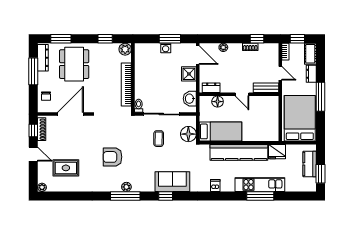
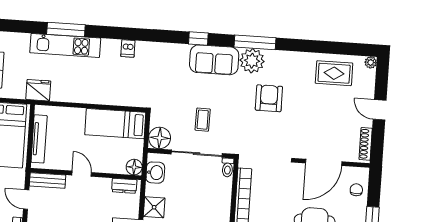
floor lamp: (218, 102) -> (134, 167), moved
tv unit: (274, 117) -> (39, 139), added
window: (33, 131) -> (377, 143), removed
floor lamp: (188, 134) -> (160, 138), moved
kitchen counter: (239, 152) -> (92, 93), removed
armchair: (113, 157) -> (269, 98), turned -90
rug: (66, 168) -> (334, 73), moved
sofa: (172, 182) -> (214, 60), moved
plant: (126, 187) -> (252, 61), width x1.88, depth x1.88

